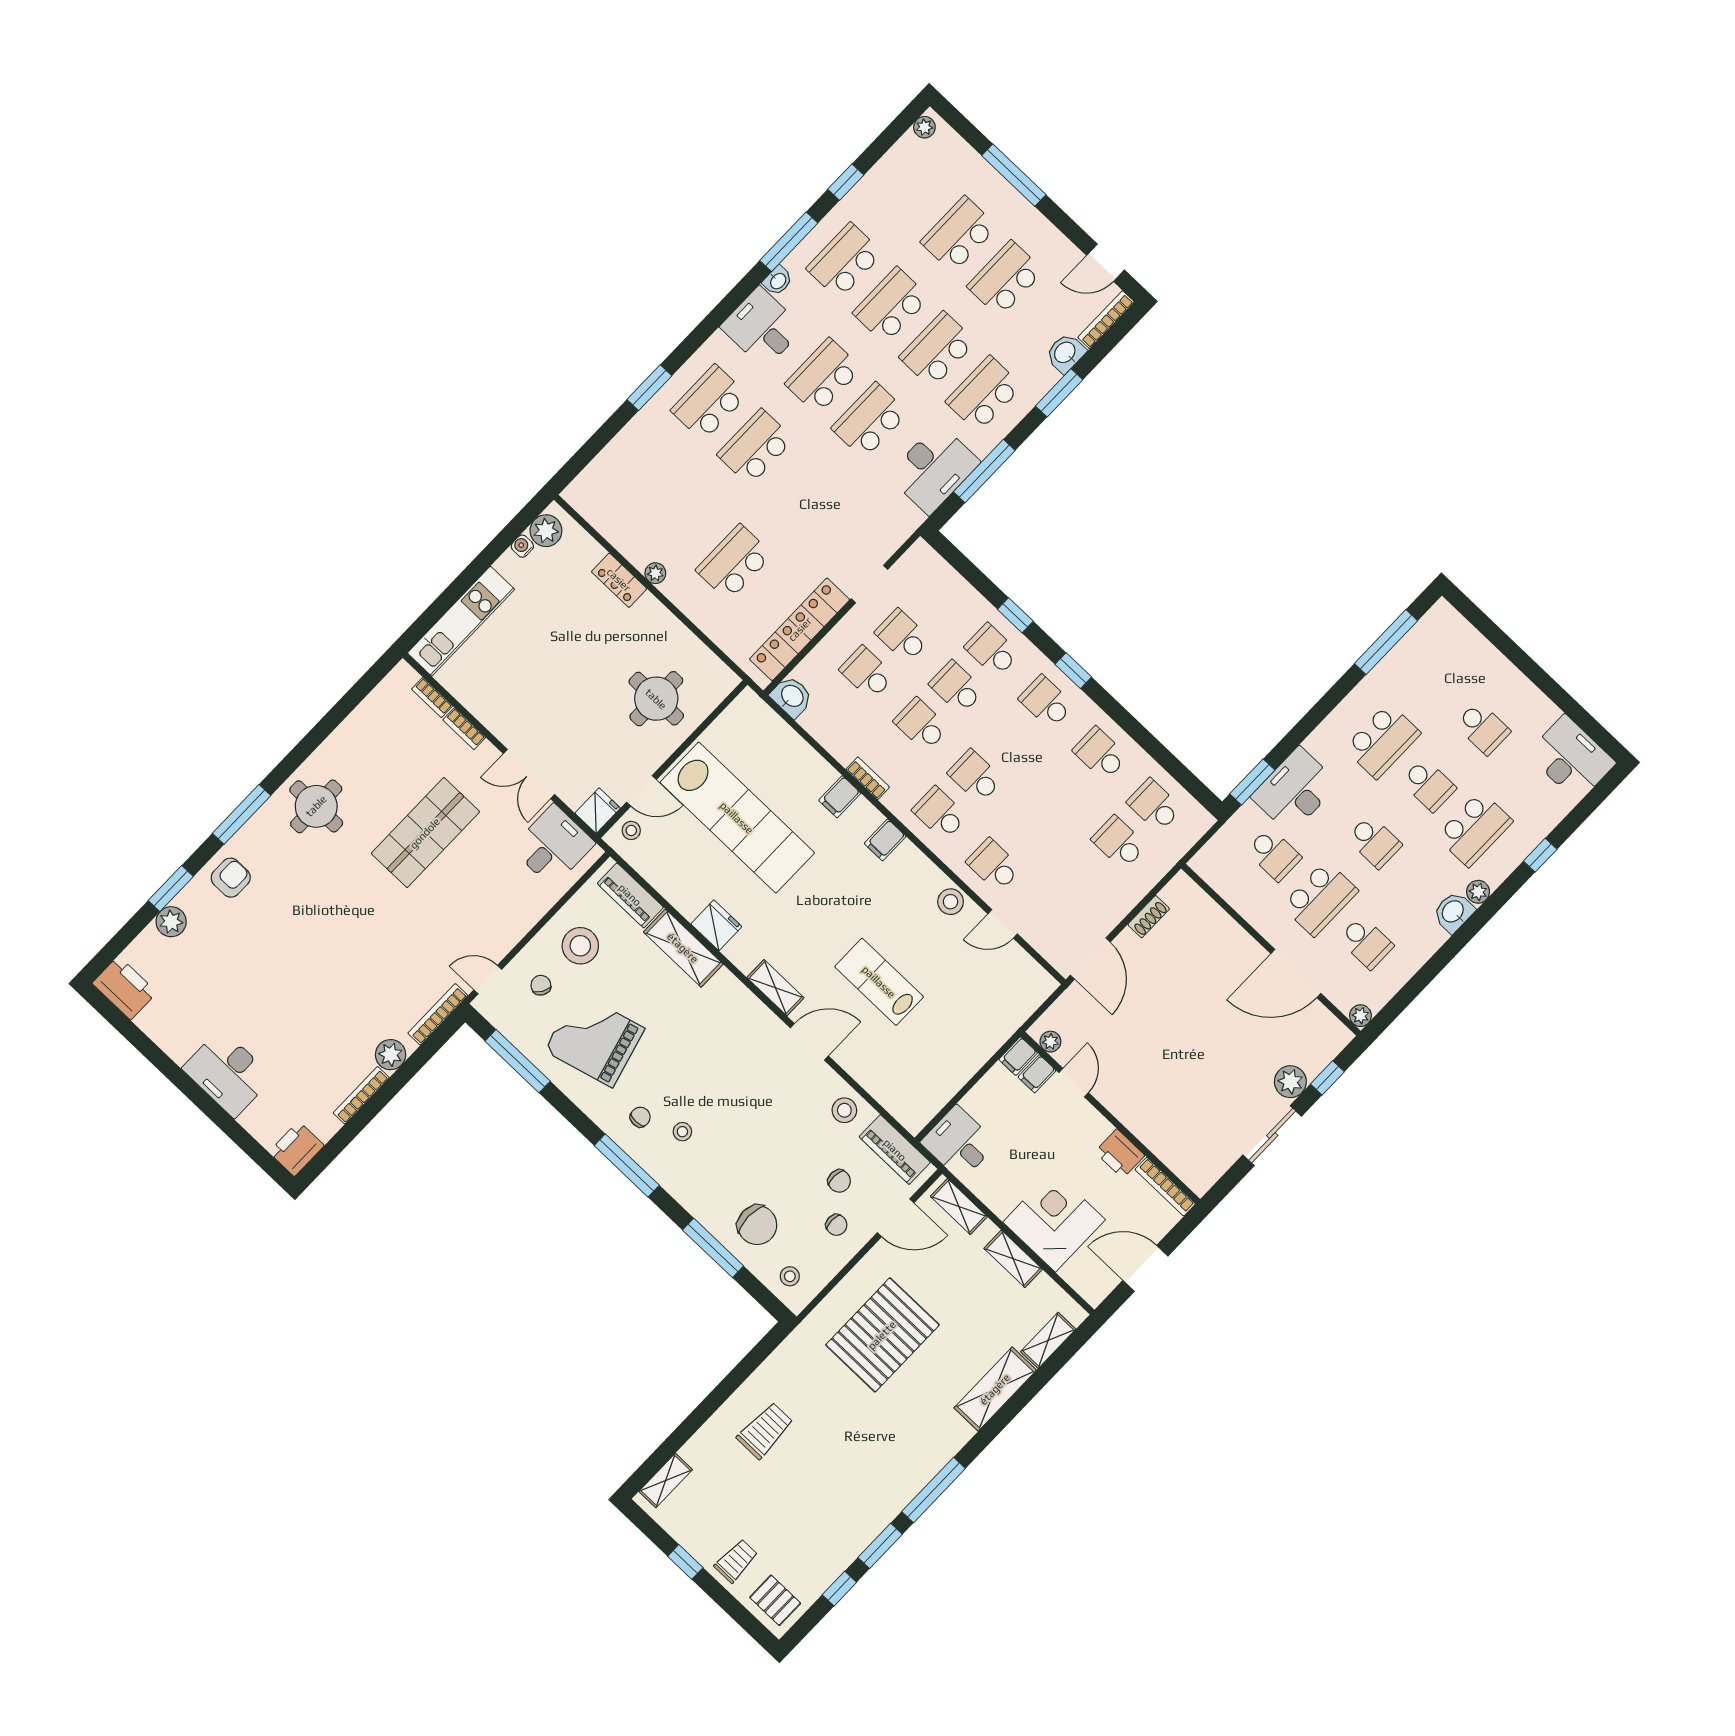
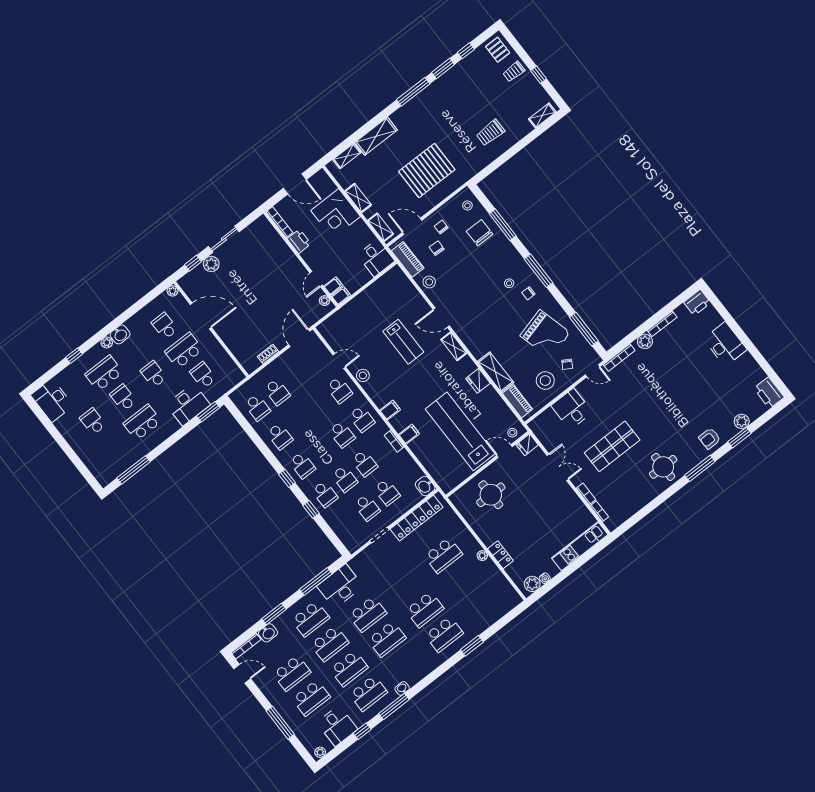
desk: (762, 328) -> (337, 726), moved
desk: (553, 846) -> (572, 409), moved, turned 90

